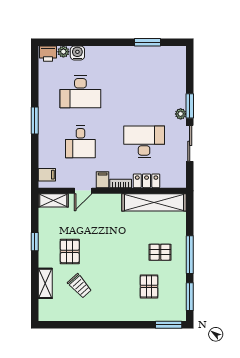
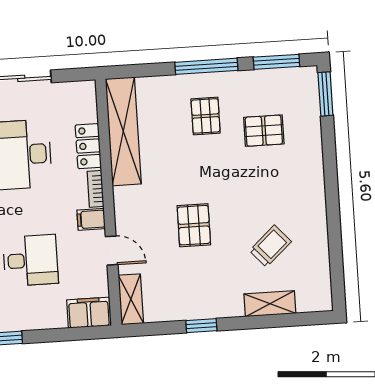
filing cabinet: (47, 175) -> (89, 313), width x2.00
pallet: (70, 251) -> (194, 225), moved, turned 90

